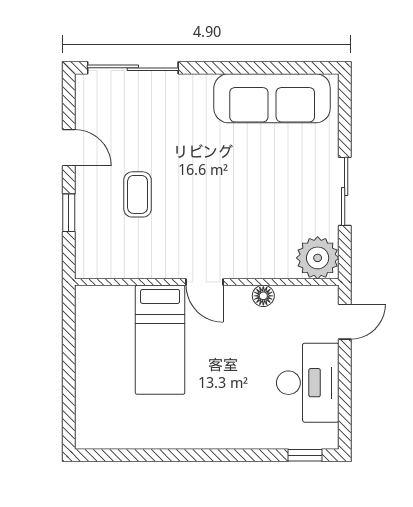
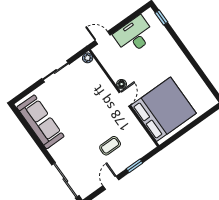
plant: (318, 258) -> (88, 58), width x0.53, depth x0.53
floor lamp: (263, 296) -> (122, 84), moved
bed: (160, 340) -> (164, 109), width x2.04

